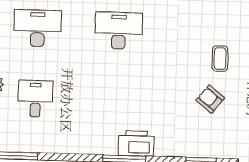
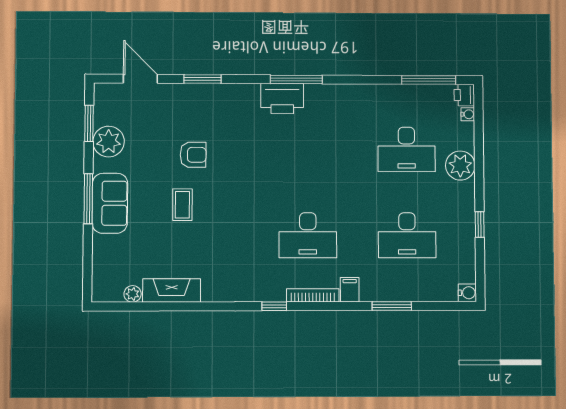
desk: (35, 99) -> (406, 149), width x1.37
armchair: (210, 99) -> (193, 155), turned -39

